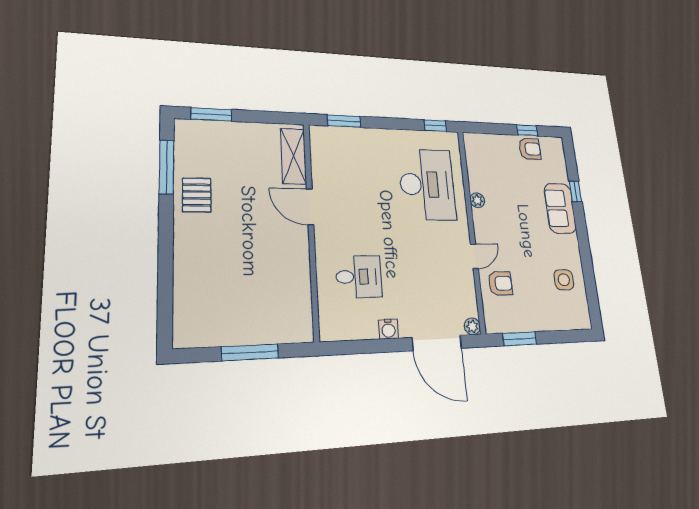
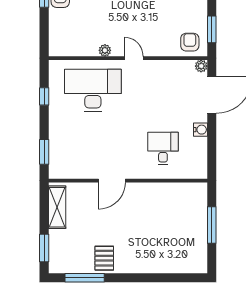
window: (435, 126) -> (44, 96), moved
shelving: (293, 156) -> (57, 207), moved, turned 90
pallet: (197, 195) -> (104, 258), turned 90
door: (474, 256) -> (134, 58), moved
armchair: (500, 283) -> (190, 42), moved

